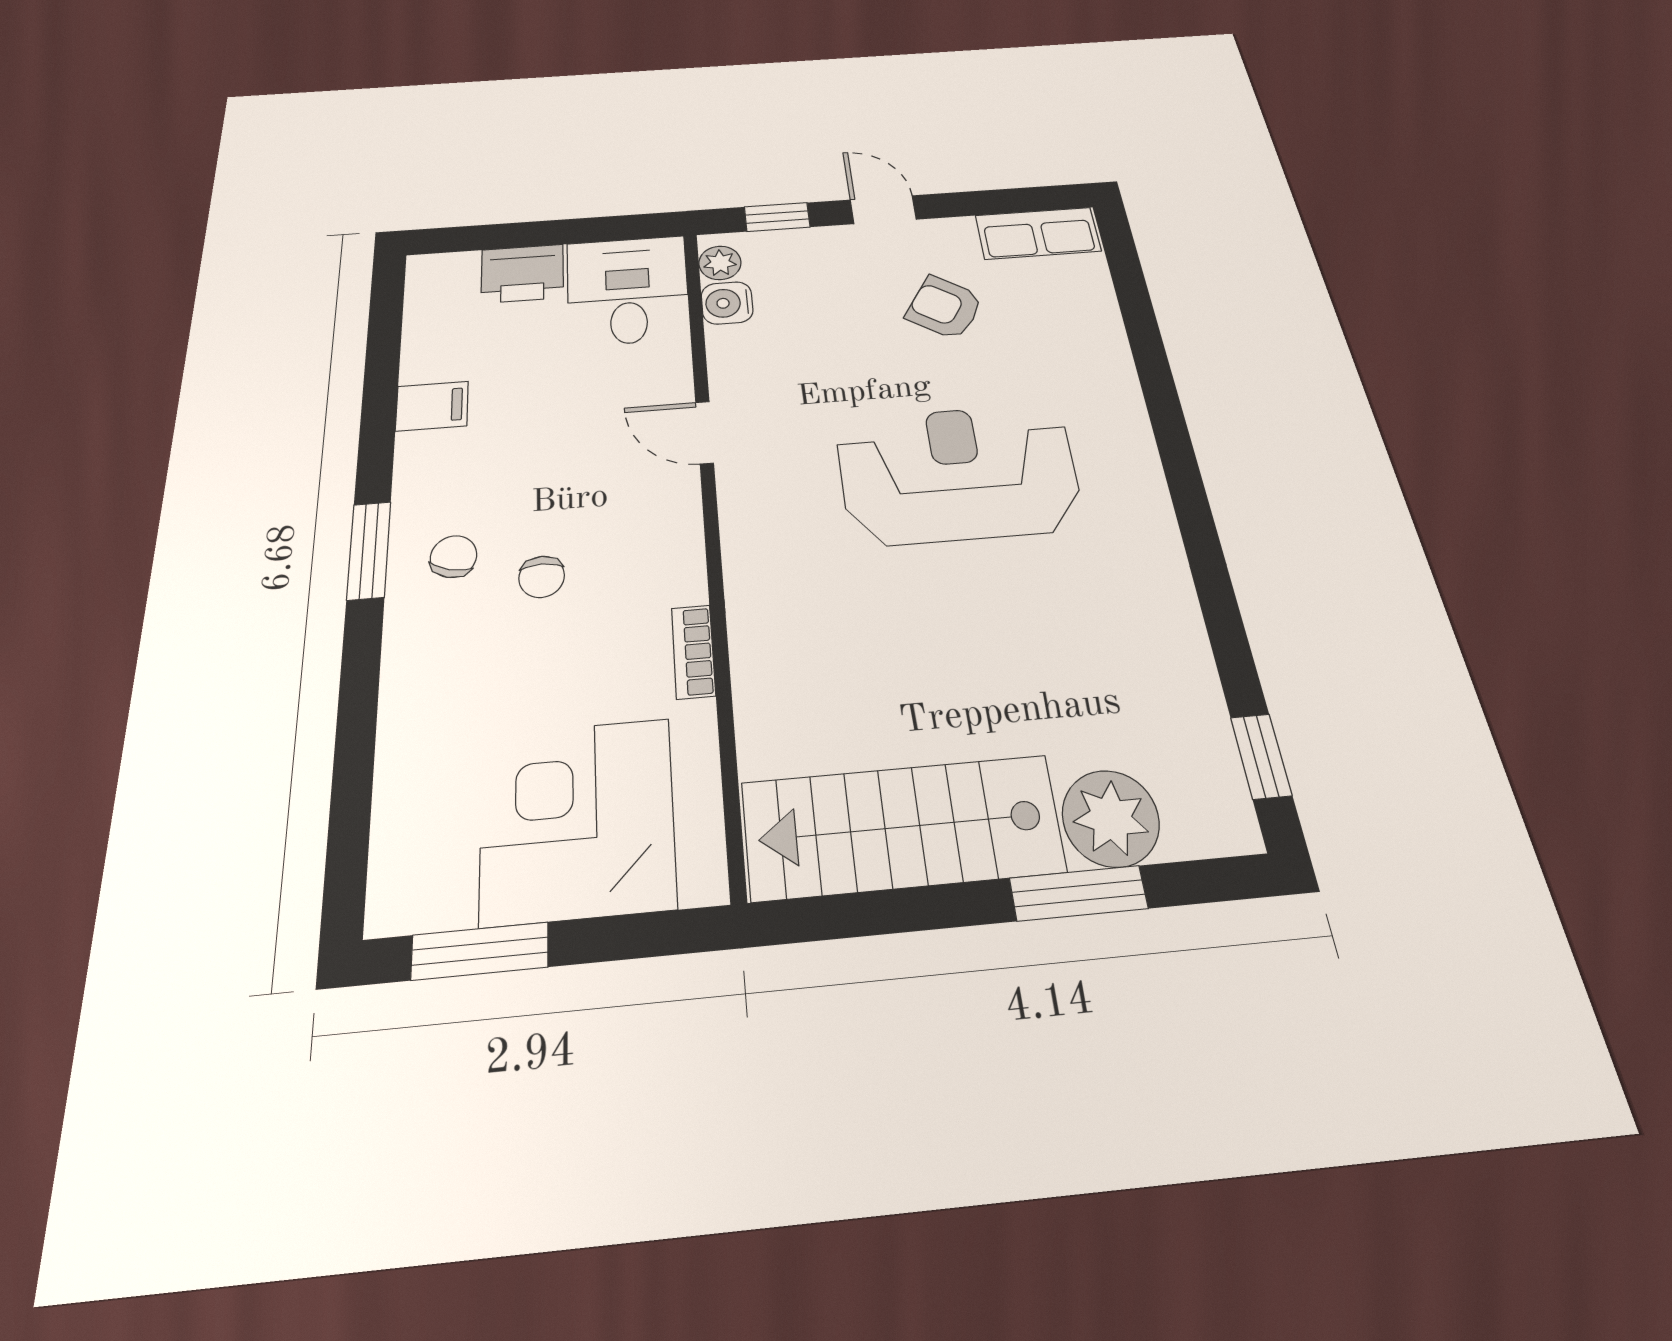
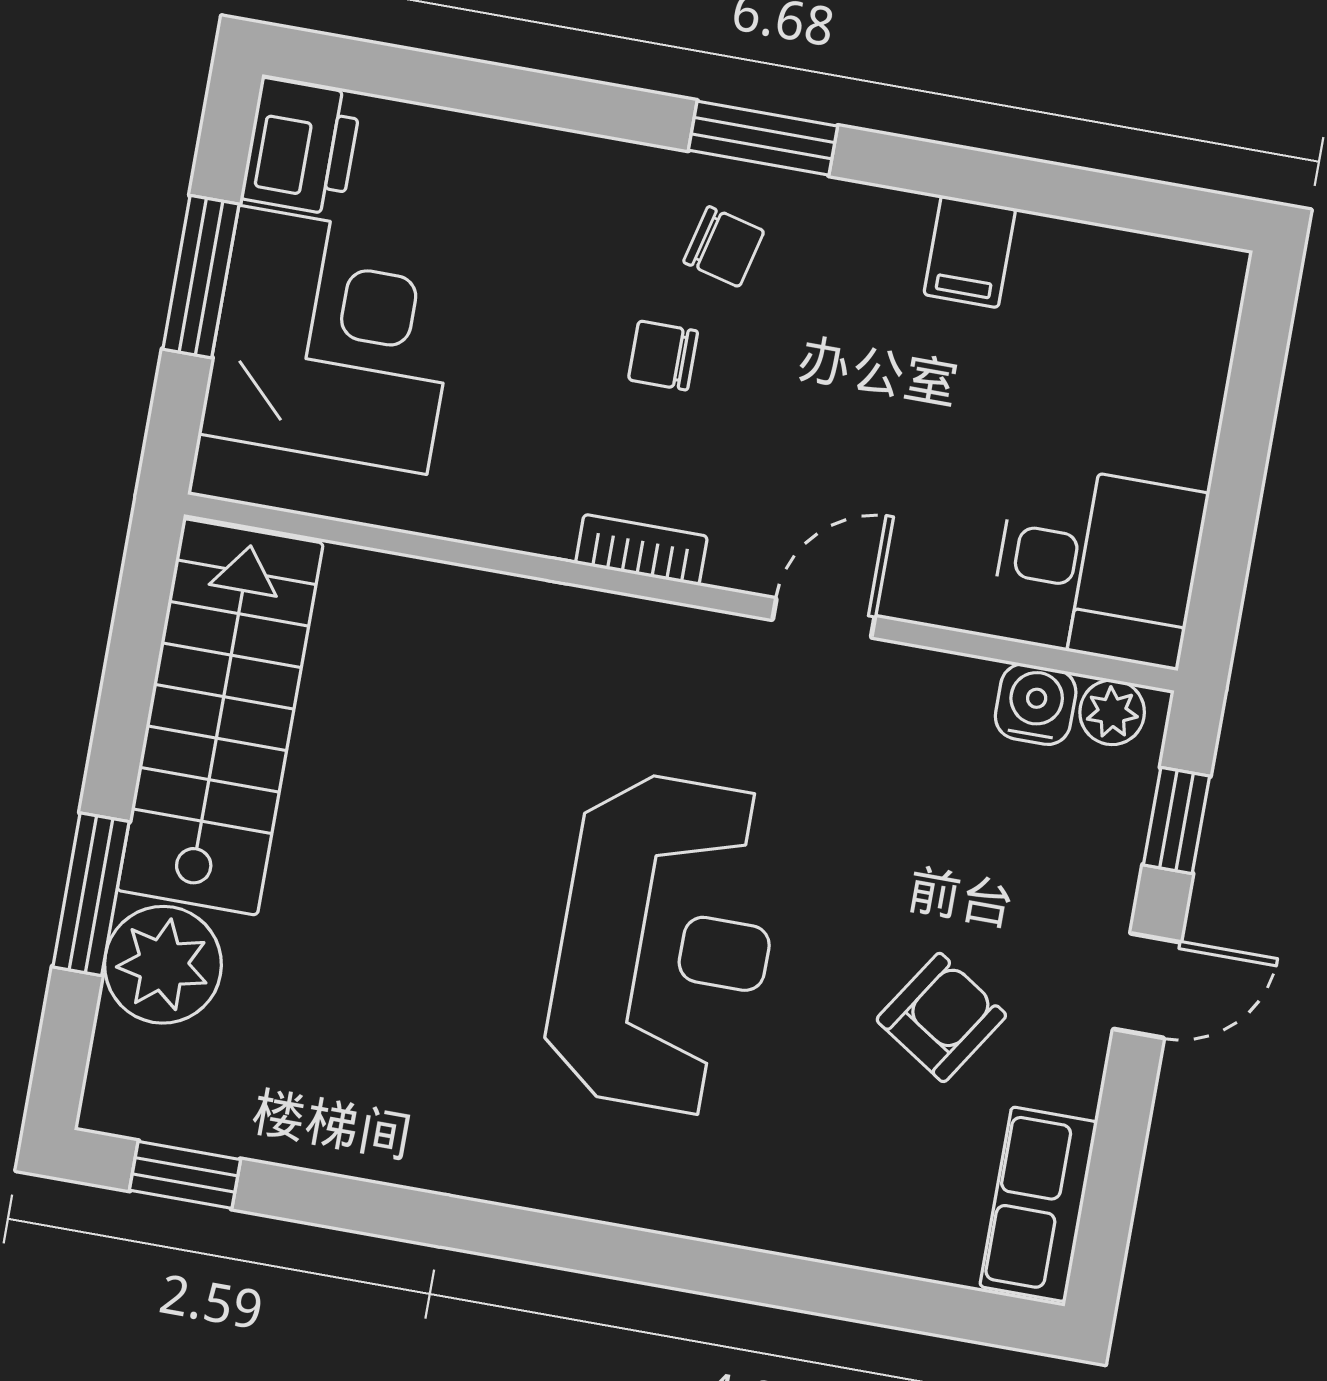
printer: (522, 274) -> (301, 147), moved, turned 180
bookcase: (693, 652) -> (641, 550), moved
window: (480, 951) -> (201, 277), moved

